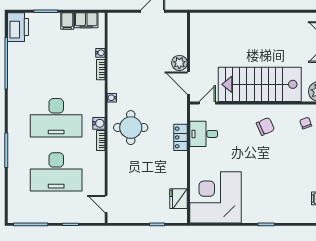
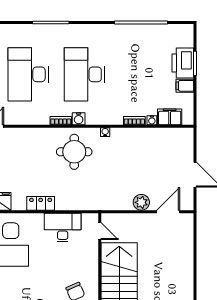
filing cabinet: (86, 20) -> (170, 117), moved, turned 90
printer: (18, 27) -> (183, 63), moved, turned 90
door: (188, 83) -> (168, 212), moved
desk: (204, 134) -> (63, 228), width x1.37
locker: (180, 137) -> (41, 203), moved

